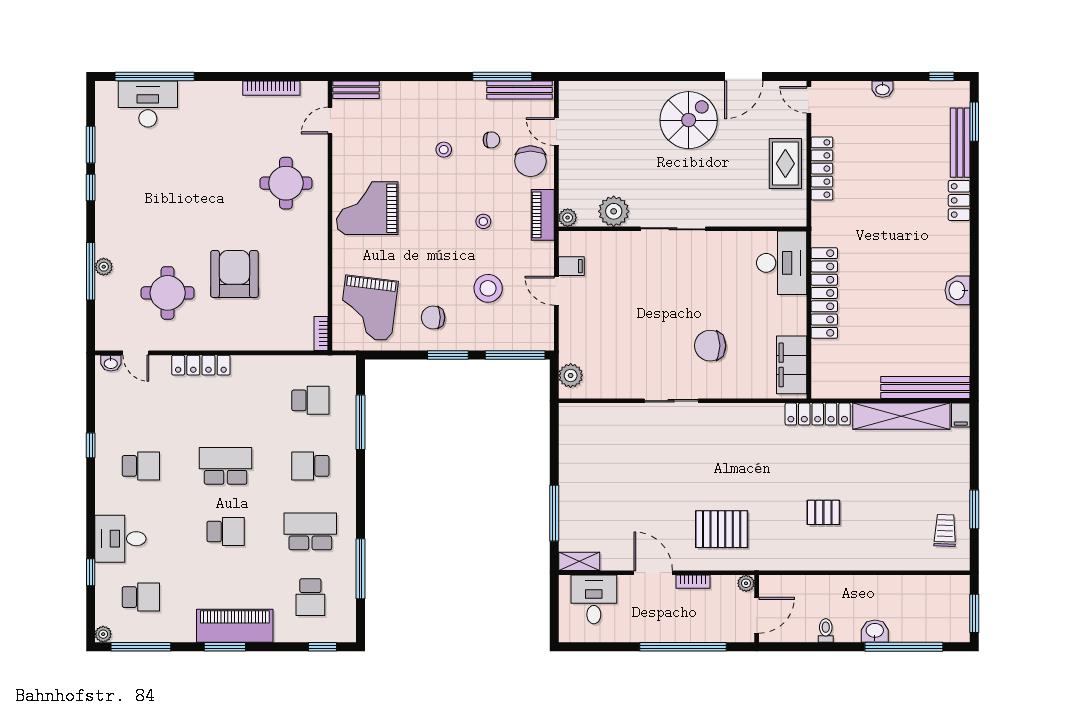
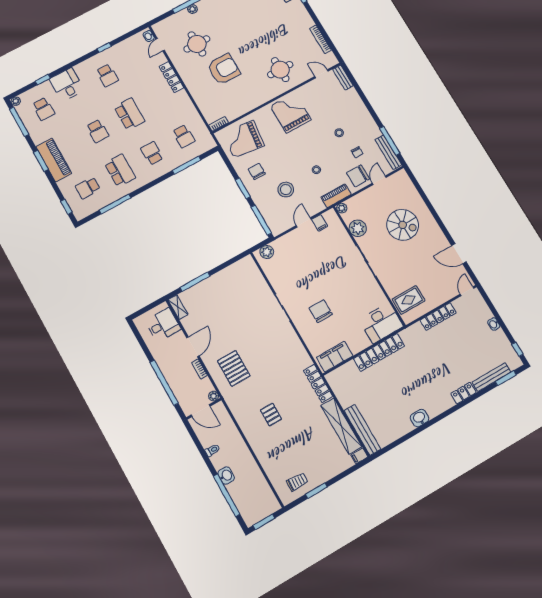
spiral stairs: (689, 120) -> (403, 225), moved
rug: (785, 164) -> (409, 300), moved

